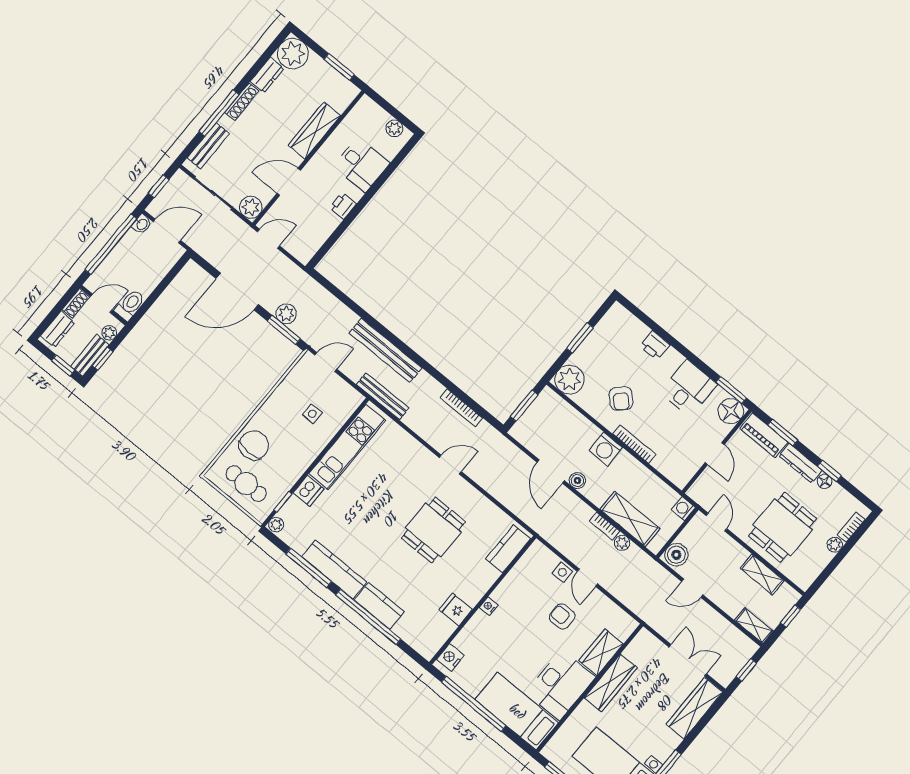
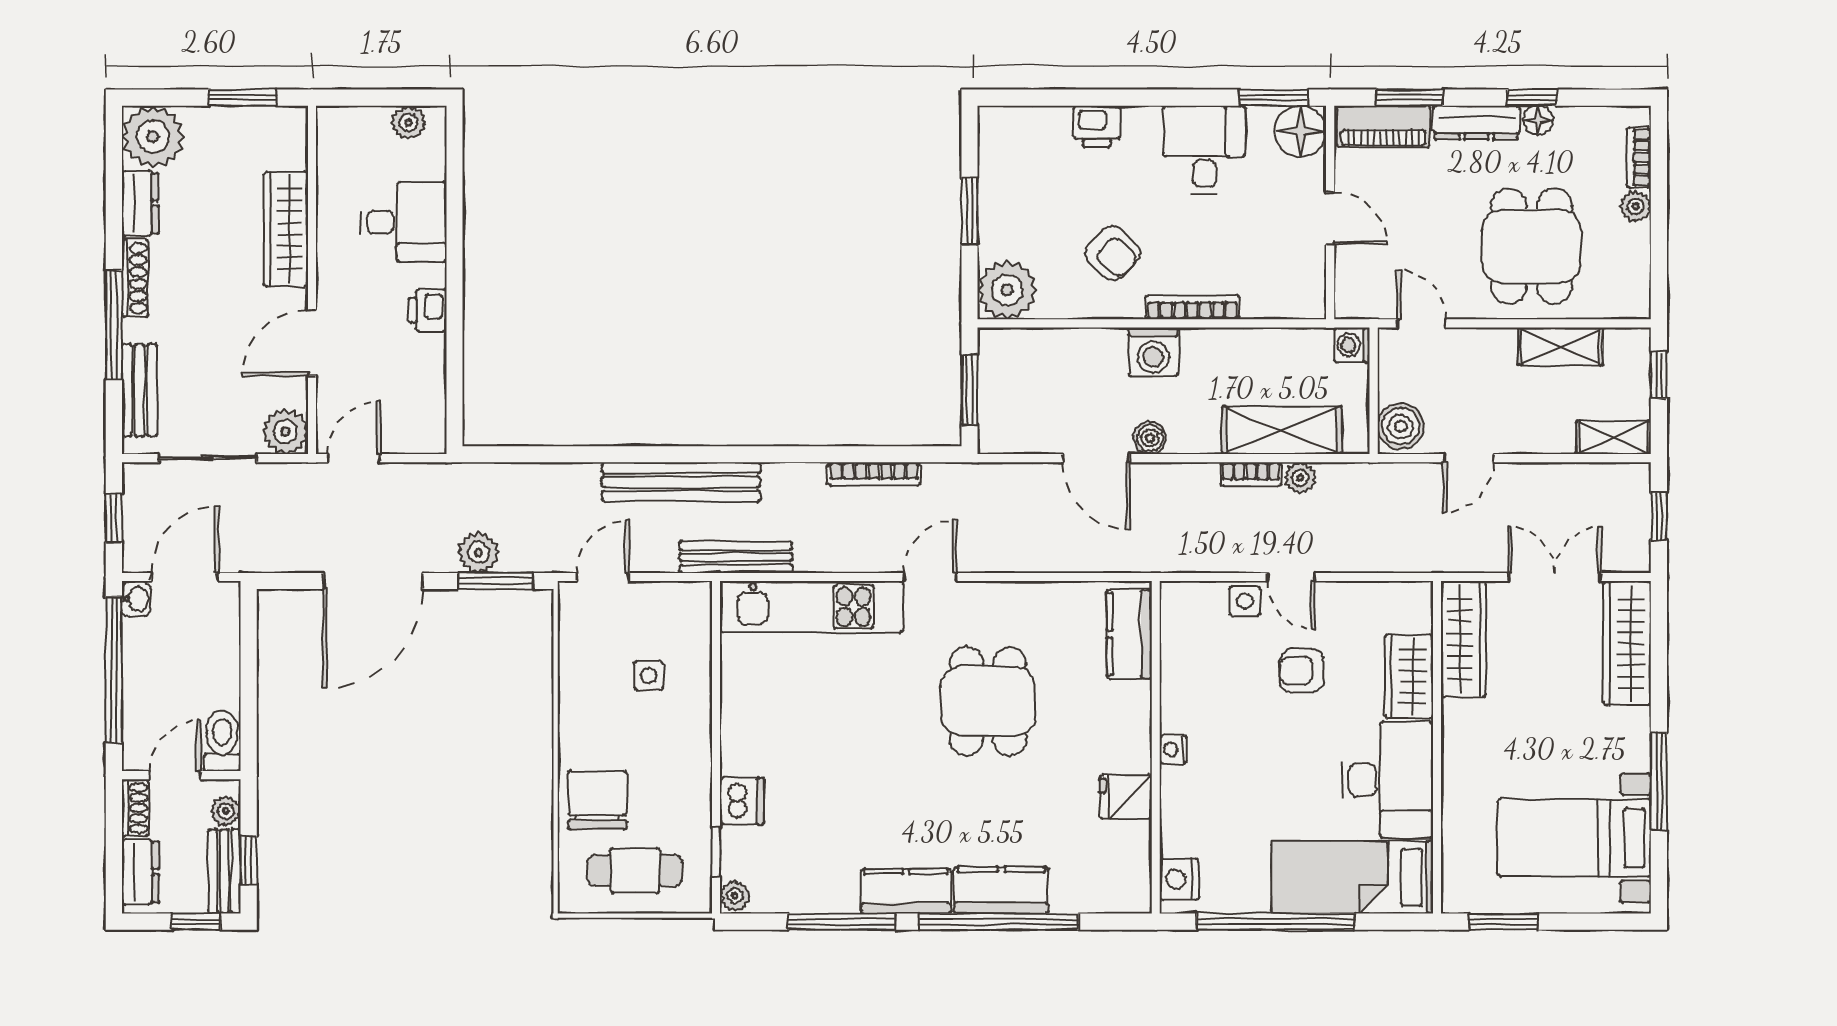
kitchen unit: (347, 447) -> (812, 607), moved, turned 90
kitchen counter: (334, 569) -> (906, 891), width x0.67
wardrobe: (611, 683) -> (1463, 639), moved

